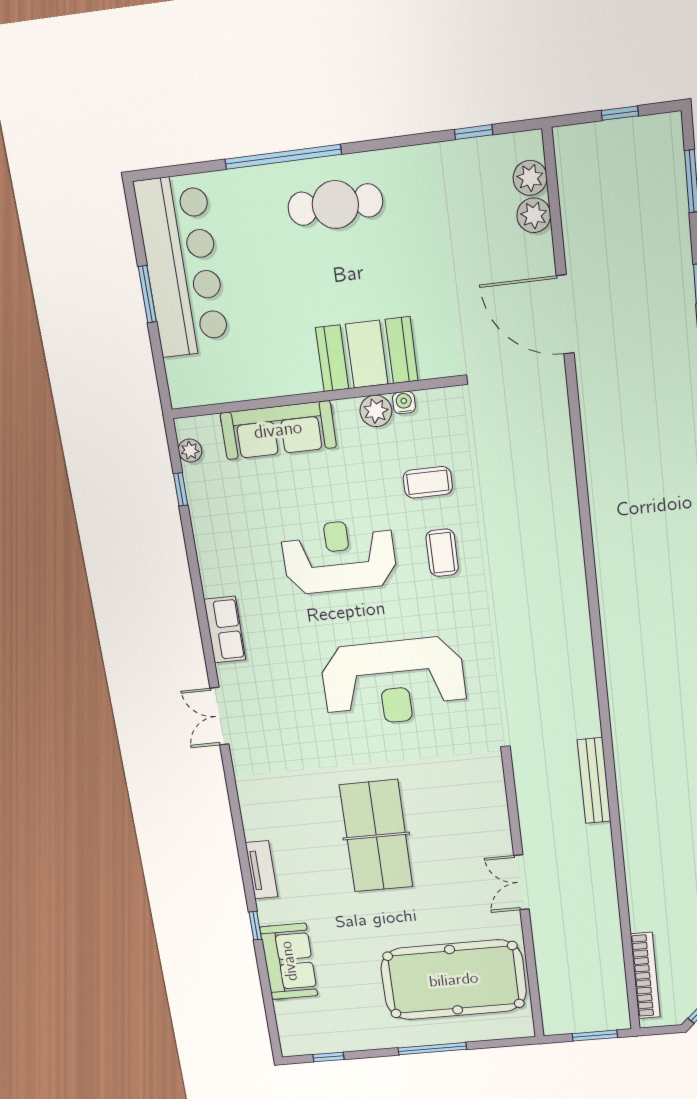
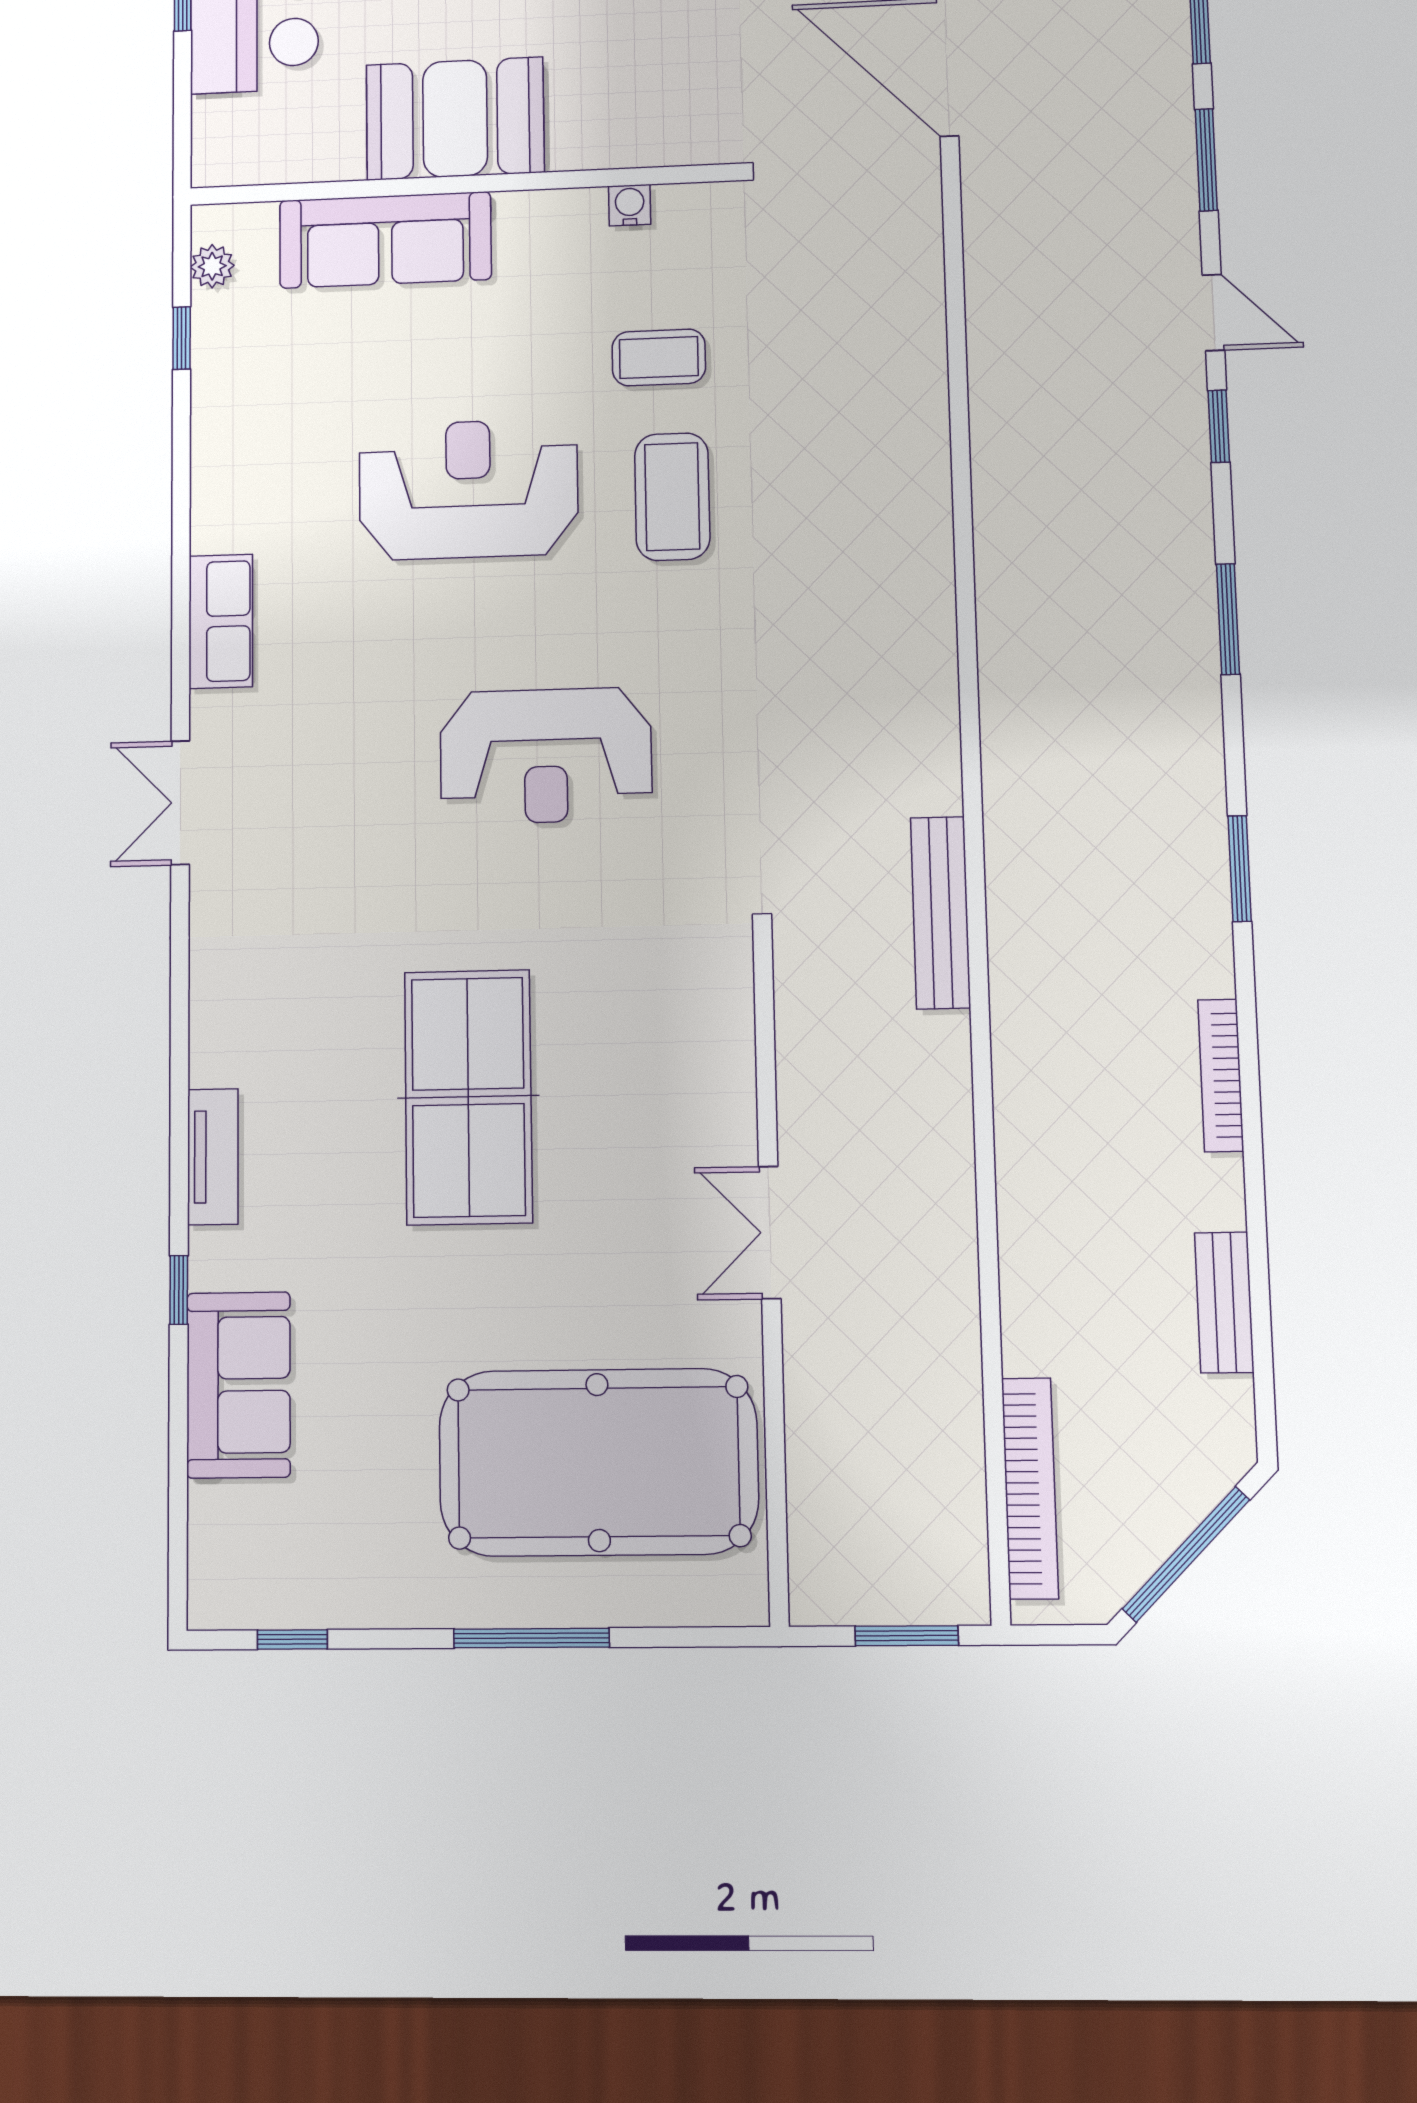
booth: (367, 354) -> (455, 118), moved
plant: (376, 411) -> (575, 217), removed
coffee table: (442, 553) -> (672, 497), width x1.36, depth x1.30
reception desk: (394, 682) -> (546, 756), width x0.74, depth x0.77
bench: (594, 781) -> (940, 913), moved

